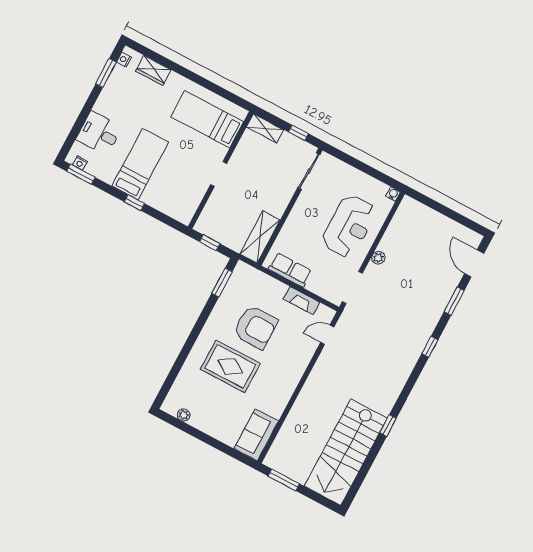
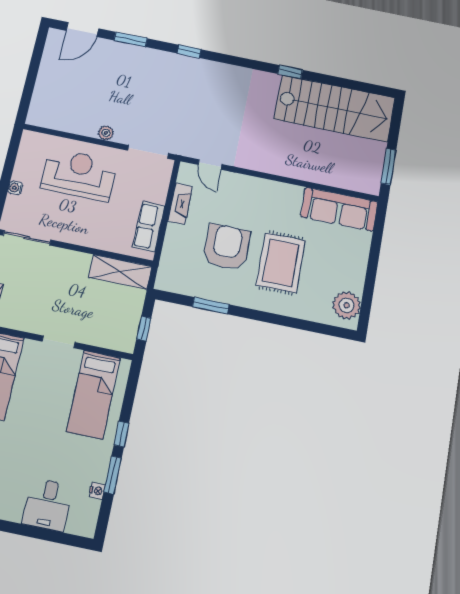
nightstand: (80, 163) -> (97, 491), moved
bed: (140, 164) -> (93, 394), moved, turned -90
window: (81, 174) -> (113, 475), moved
water cooler: (393, 194) -> (15, 188), moved
window: (222, 282) -> (211, 306), moved
plant: (184, 415) -> (347, 305), width x1.88, depth x1.88
sofa: (256, 435) -> (339, 209), width x1.36

